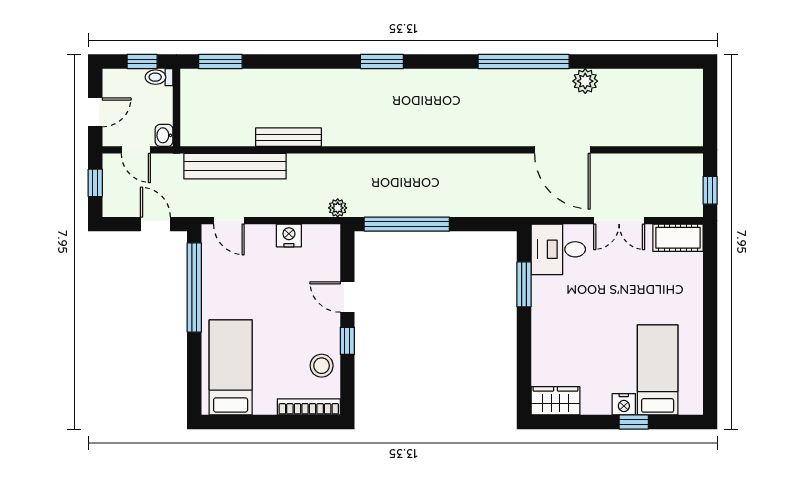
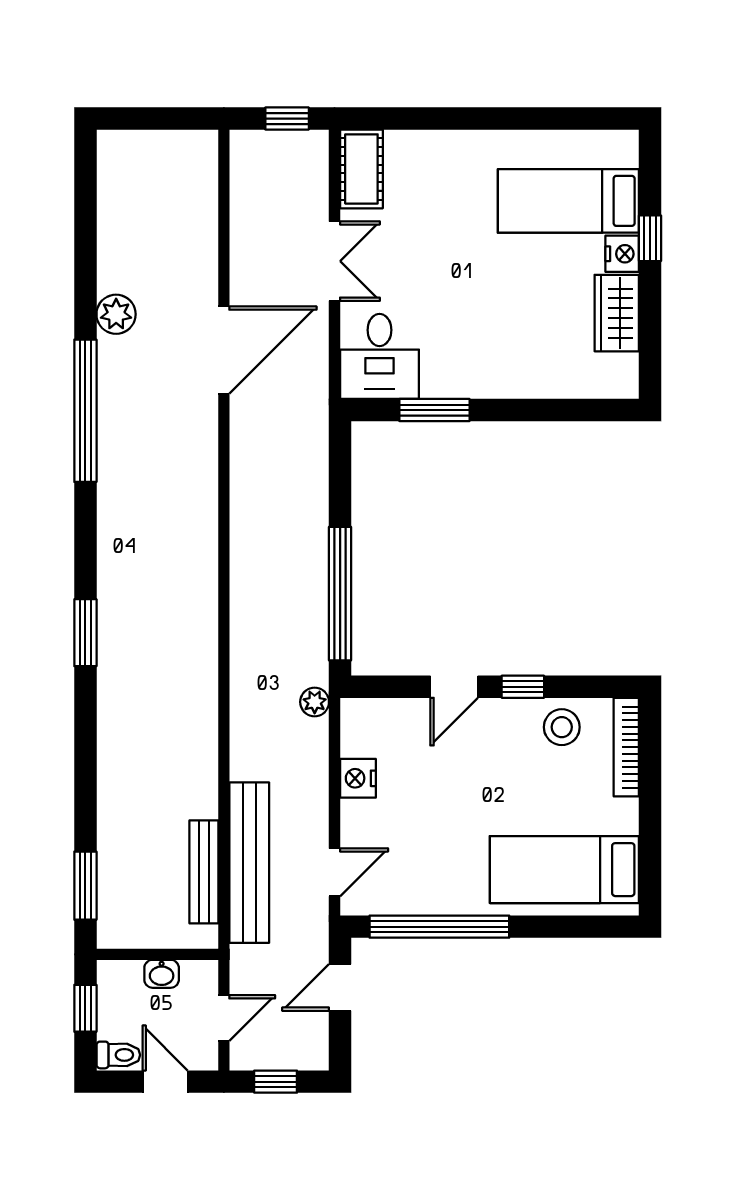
toilet: (159, 77) -> (118, 1055), moved, turned -90
washbasin: (164, 135) -> (162, 974), moved
bench: (288, 137) -> (204, 872), moved
wardrobe: (556, 401) -> (617, 313), moved

